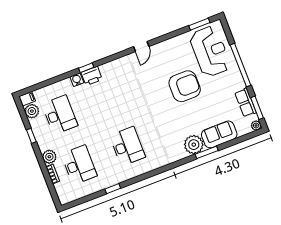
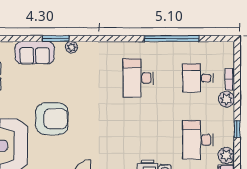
armchair: (185, 86) -> (52, 119), turned 180
plant: (194, 145) -> (71, 47), width x0.53, depth x0.53
desk: (79, 165) -> (198, 78), width x0.73
window: (113, 189) -> (172, 39), width x3.17

